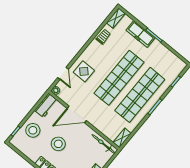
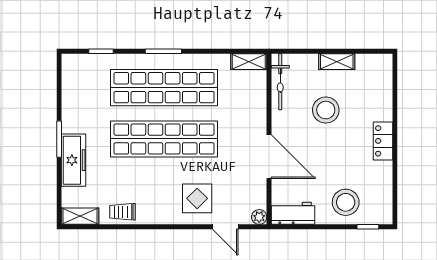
door: (63, 73) -> (225, 227), swing flipped
stool: (58, 144) -> (326, 110), moved

